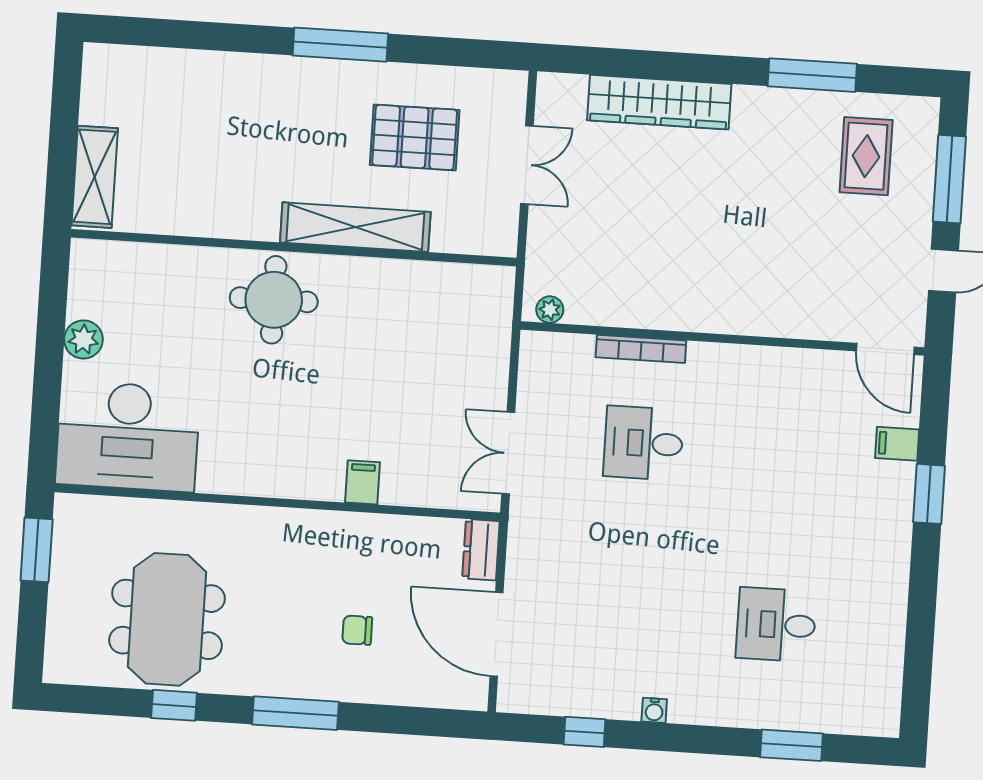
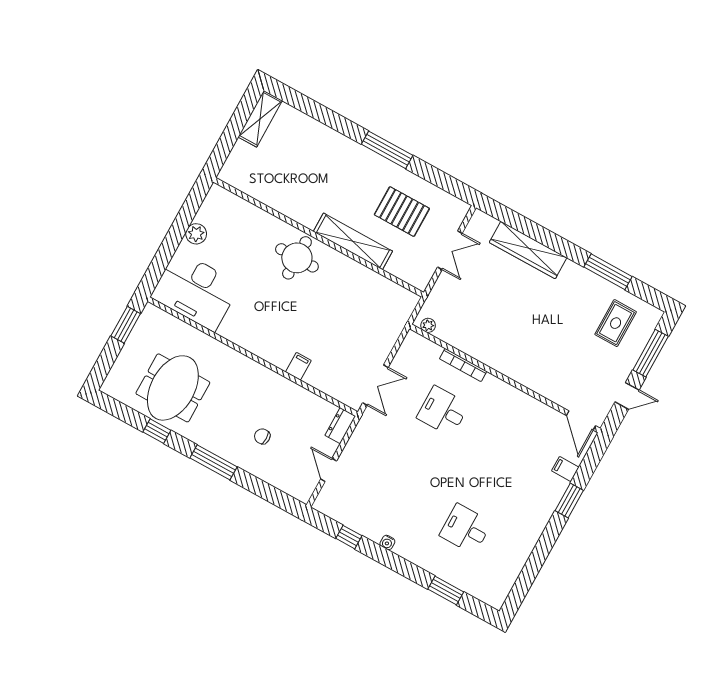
shelving: (95, 177) -> (260, 119), moved
double door: (508, 453) -> (375, 385), swing flipped
door: (497, 634) -> (329, 470), width x0.53

